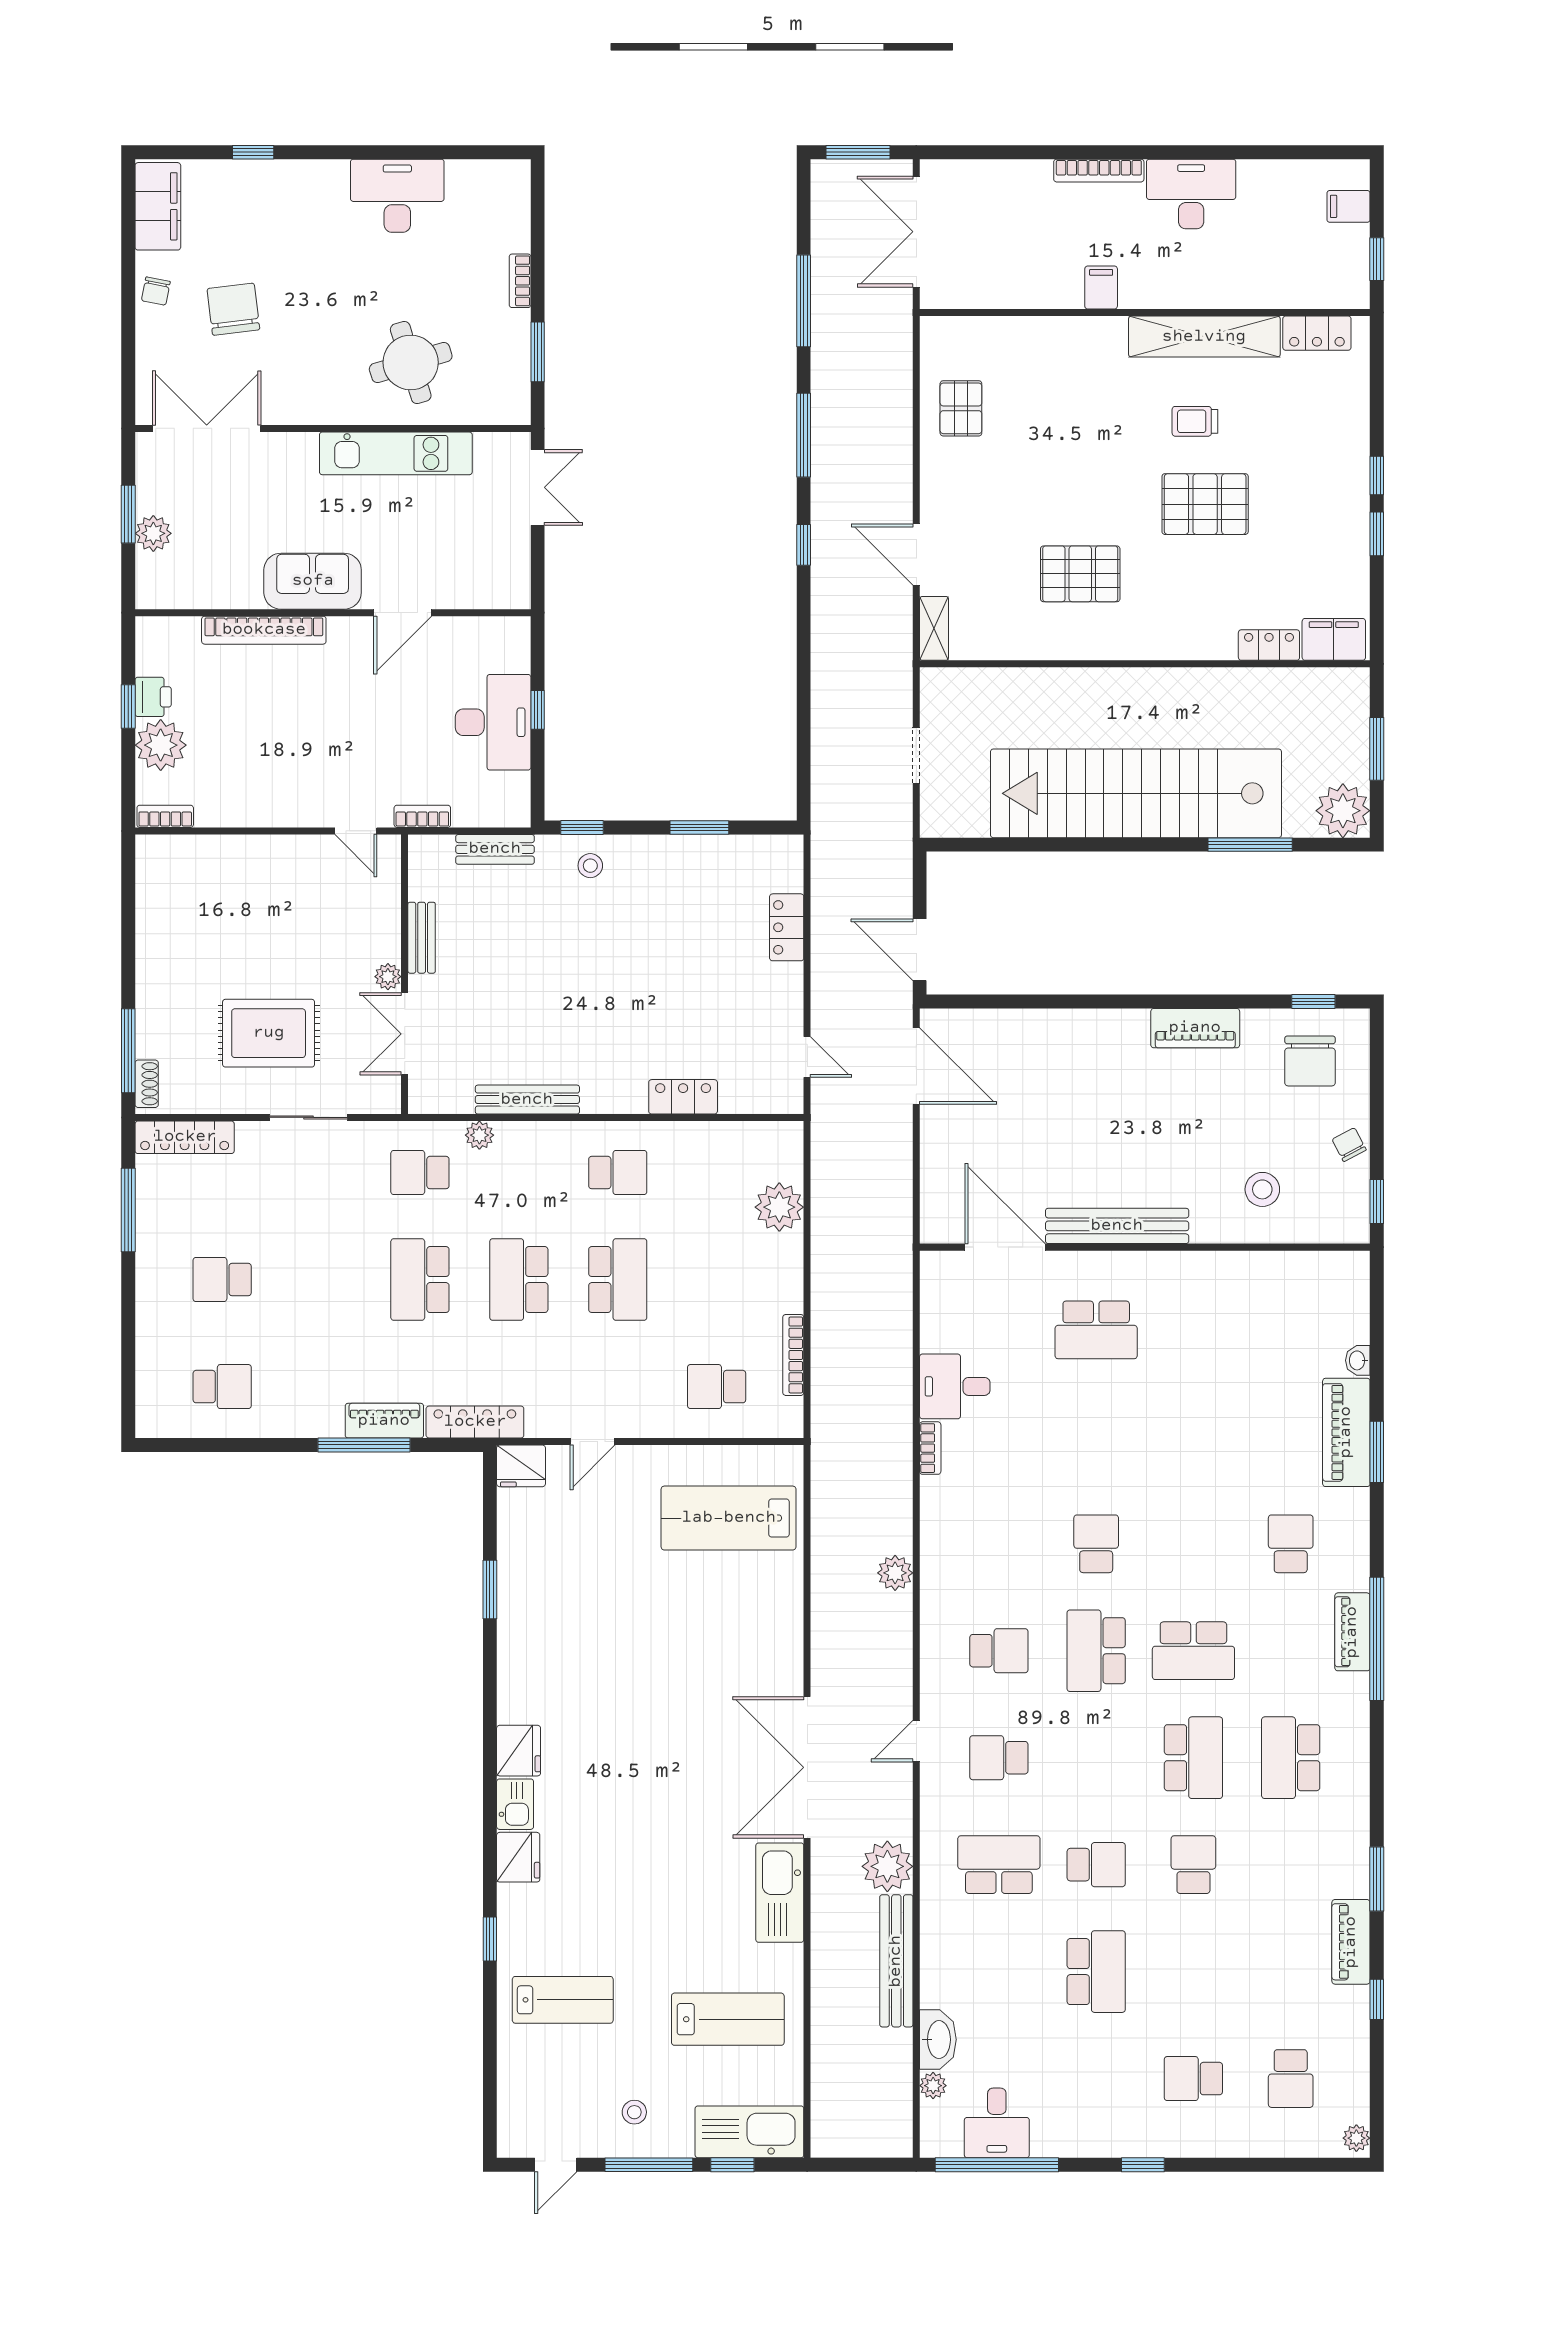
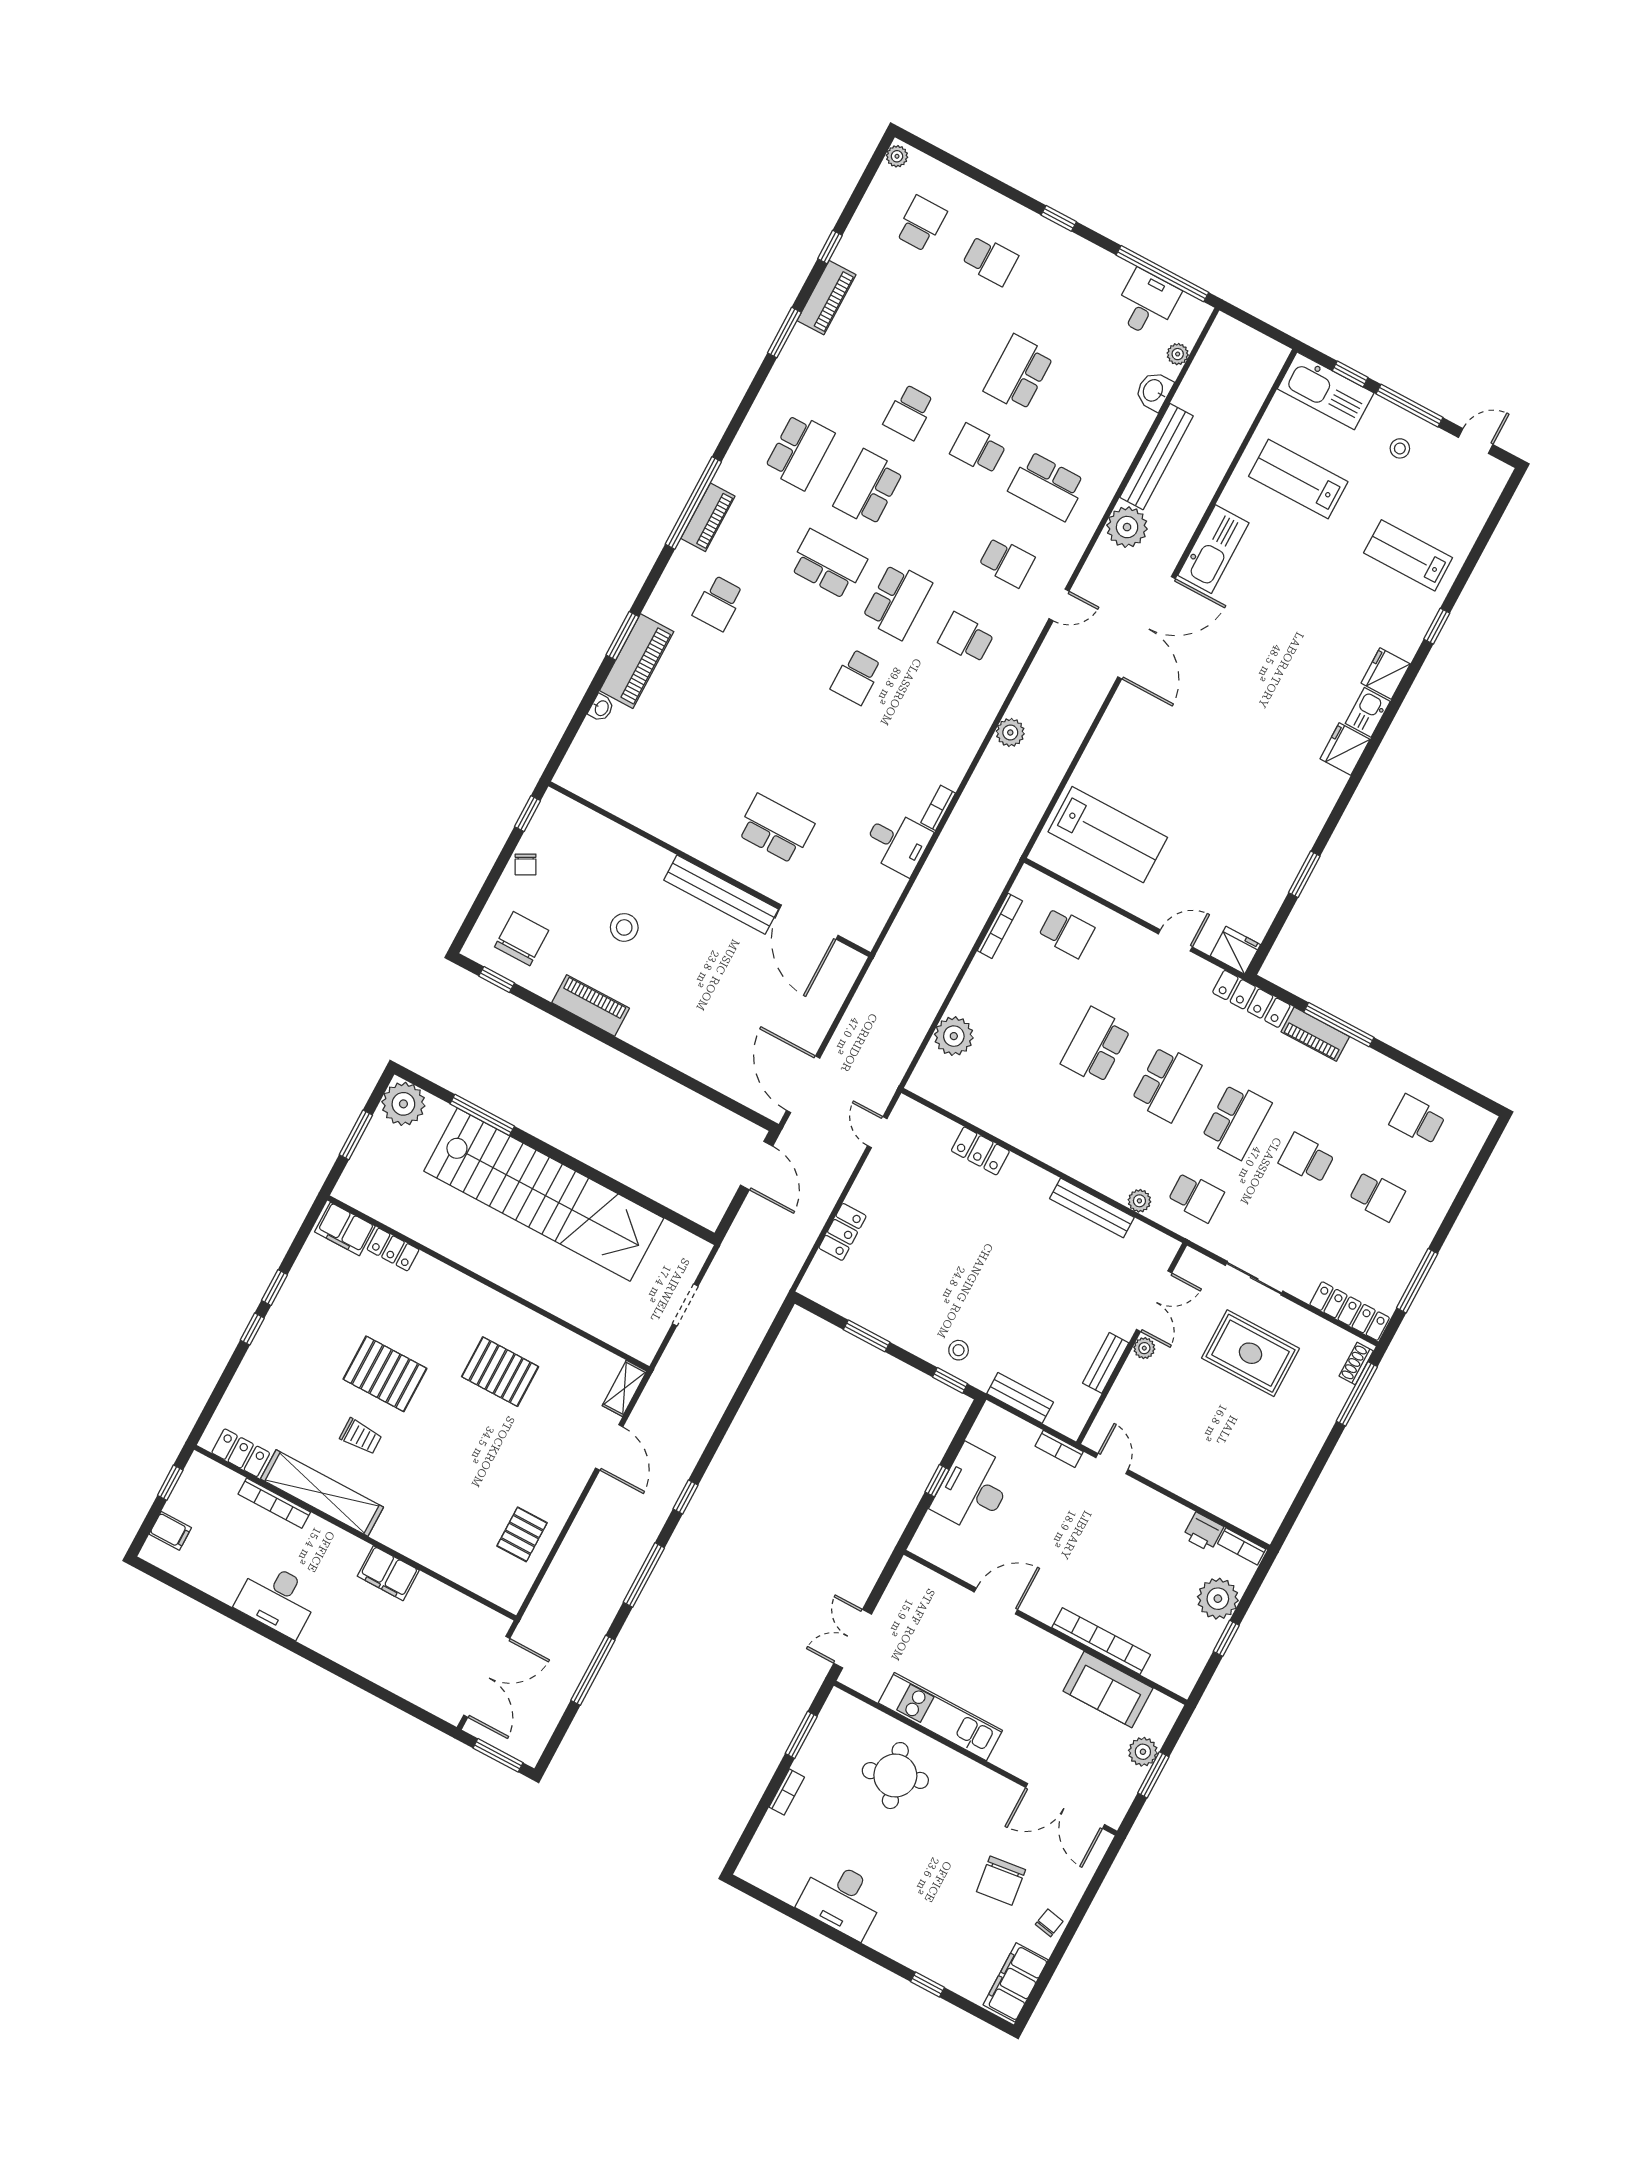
bookcase: (1099, 171) -> (274, 1503), moved, turned 180
filing cabinet: (1101, 287) -> (388, 1573), width x2.00
sofa: (313, 581) -> (1108, 1690), moved
printer: (153, 697) -> (1203, 1532), moved, turned -90
school desk: (618, 1173) -> (1307, 1158), moved
stool: (1262, 1189) -> (624, 927), moved
washbasin: (938, 2040) -> (1154, 391), width x0.72

